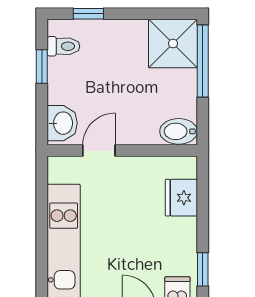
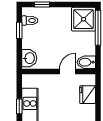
door: (99, 151) -> (67, 72), moved
window: (42, 222) -> (19, 106), added

